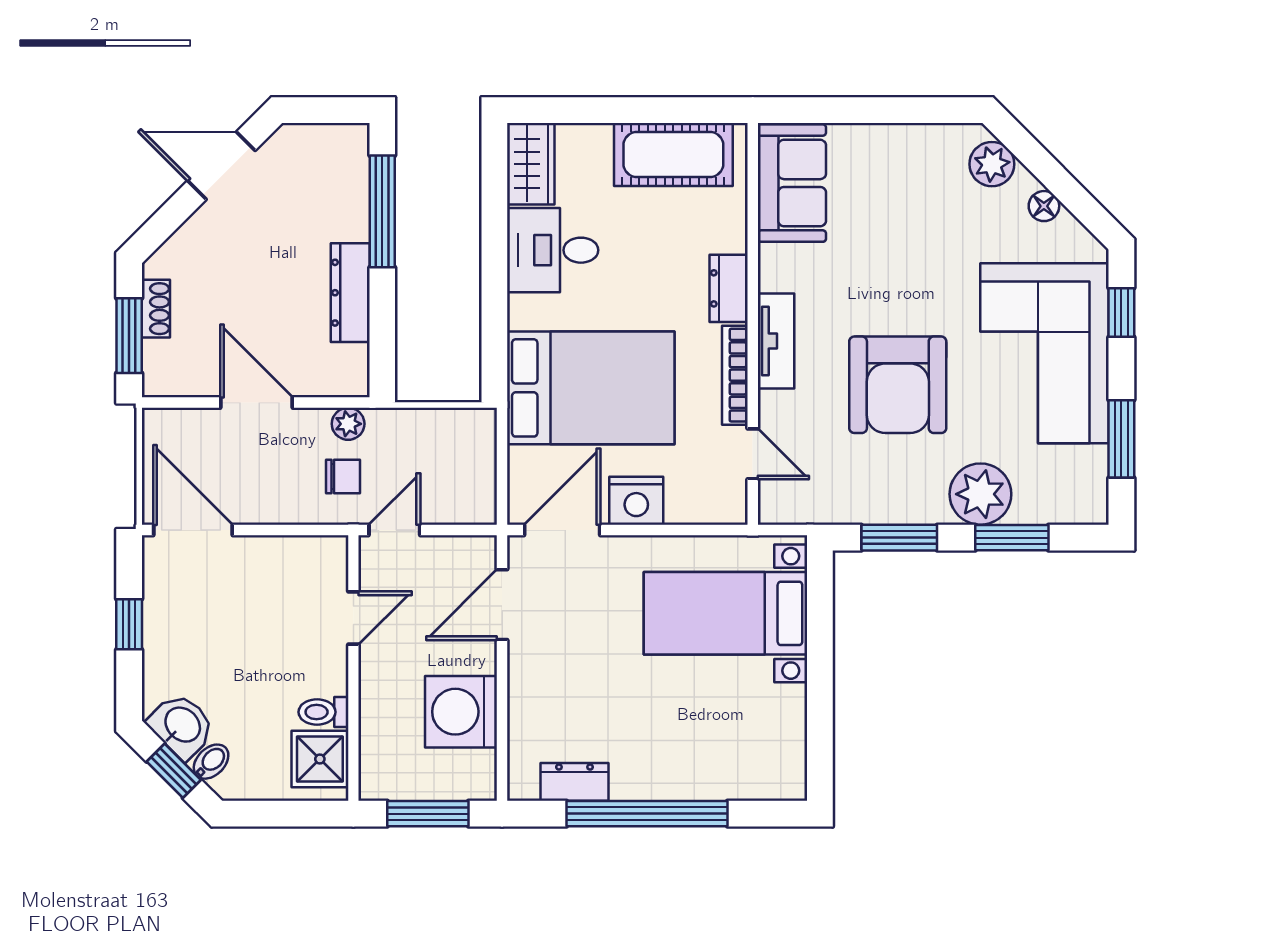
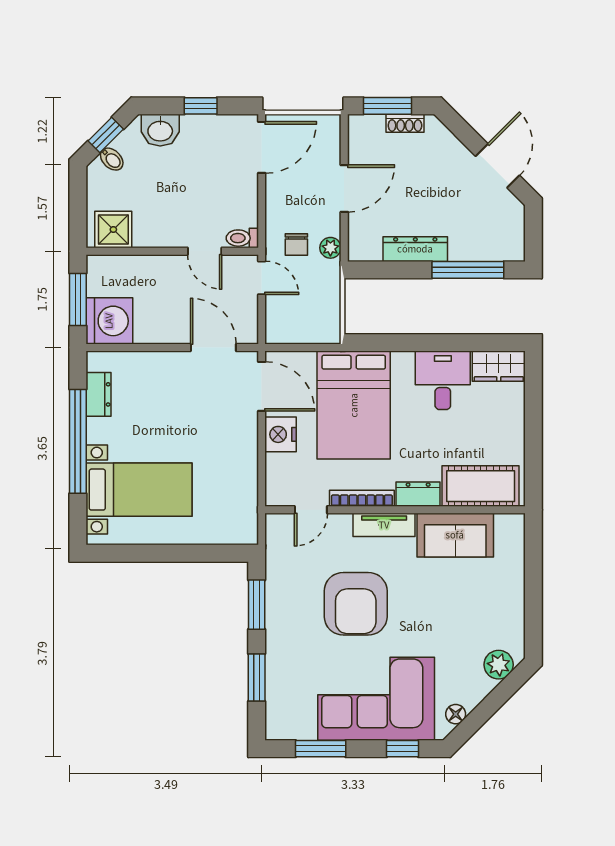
cot: (673, 155) -> (481, 486), moved, turned 90
sofa: (792, 183) -> (455, 535), moved
floor lamp: (1044, 206) -> (456, 714), moved
armchair: (898, 385) -> (356, 604), turned -90
plant: (980, 494) -> (285, 657), removed
bed with nightstands: (725, 613) -> (139, 490), moved, turned 90
toilet: (323, 712) -> (242, 238), moved, turned -90
washing machine: (461, 712) -> (109, 321), moved, turned 90
washbasin: (182, 726) -> (160, 130), moved, turned 45

